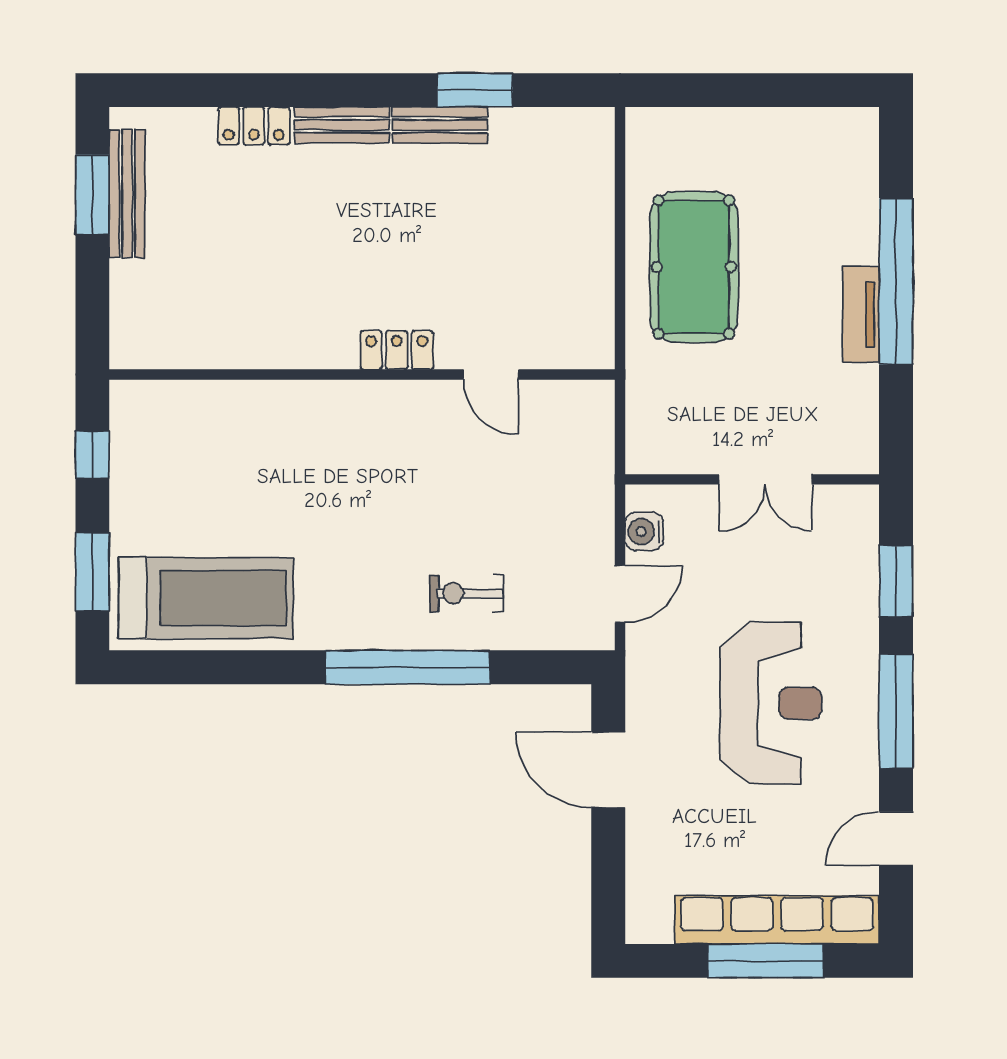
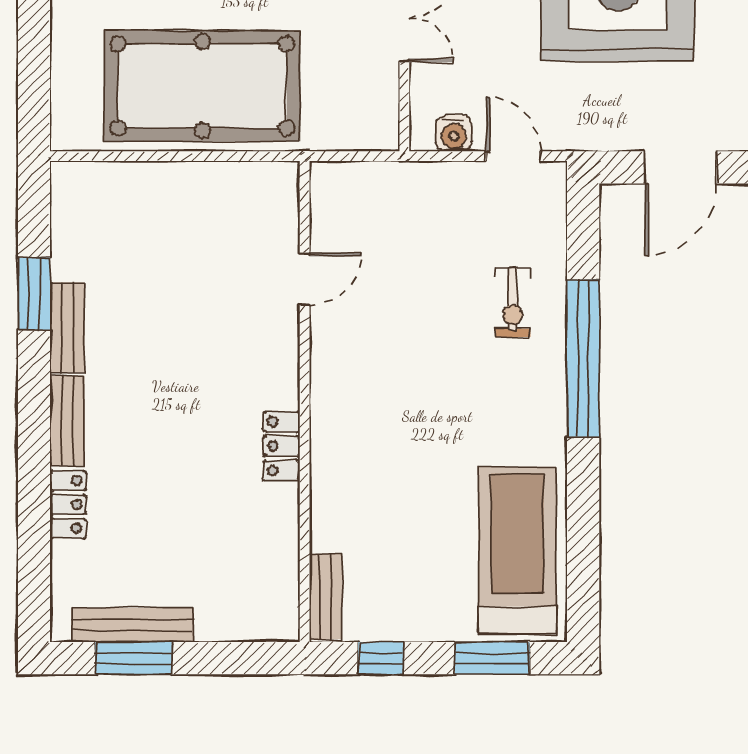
pool table: (694, 267) -> (202, 86), width x1.36, depth x1.32
locker: (397, 350) -> (281, 446), moved
bench: (157, 397) -> (326, 597), added

